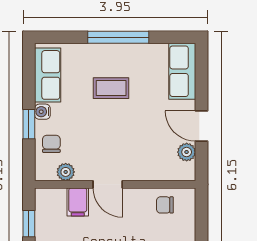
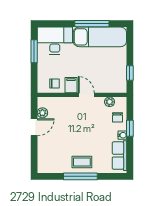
row of seats: (182, 71) -> (45, 158), removed
coffee table: (111, 88) -> (82, 162), moved
door: (202, 126) -> (34, 127), hinge flipped
filing cabinet: (78, 202) -> (71, 85), moved

